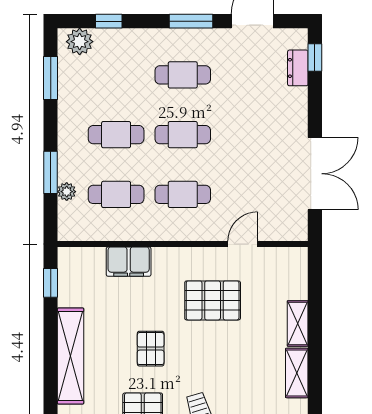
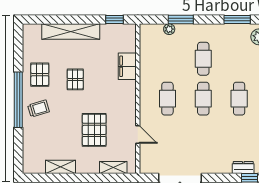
cafe table: (116, 194) -> (167, 59), removed
pallet: (213, 300) -> (94, 130), moved
shelving: (298, 323) -> (113, 167), moved
pallet: (151, 349) -> (75, 79), turned 90

